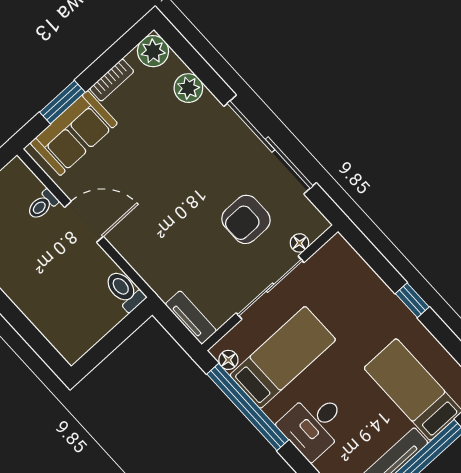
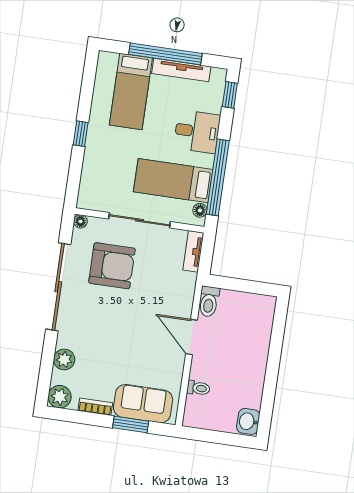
armchair: (246, 219) -> (112, 266), width x1.36, depth x1.36
door: (84, 222) -> (192, 337), moved
floor lamp: (299, 243) -> (80, 221), moved

